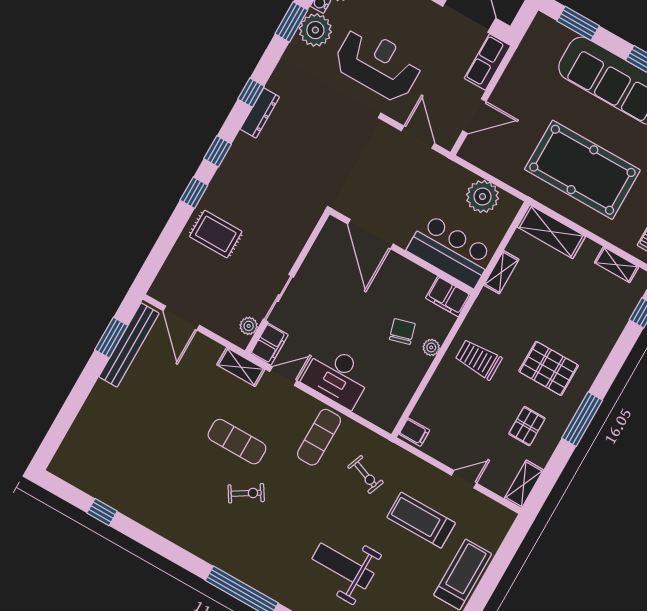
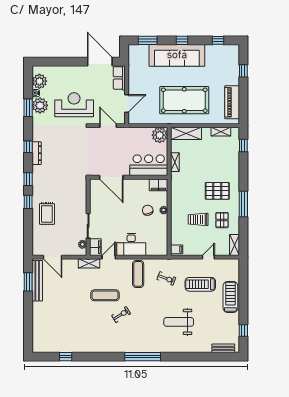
plant: (483, 197) -> (160, 135), moved
rug: (216, 234) -> (47, 214), turned 90
trolley: (478, 359) -> (198, 219), moved

